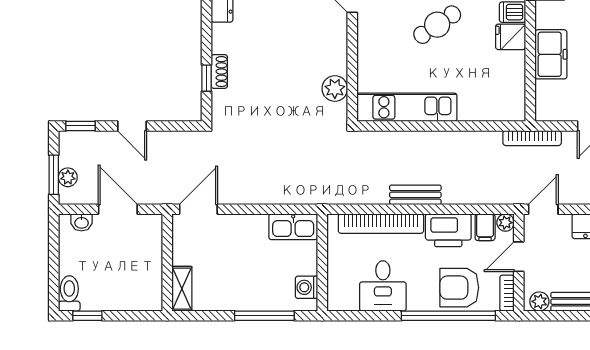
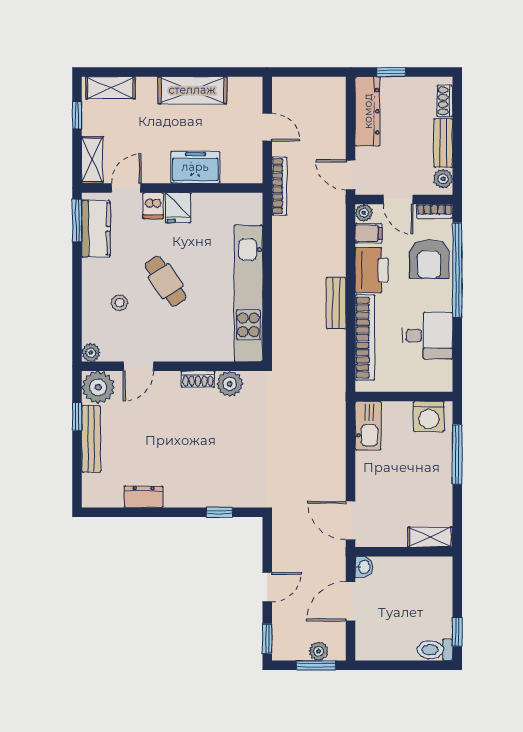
shoe rack: (219, 72) -> (198, 379), moved, turned 180
kitchen unit: (407, 107) -> (248, 293), width x1.36
washbasin: (82, 222) -> (364, 567), moved
washing machine: (306, 287) -> (429, 416), width x1.38, depth x1.38

